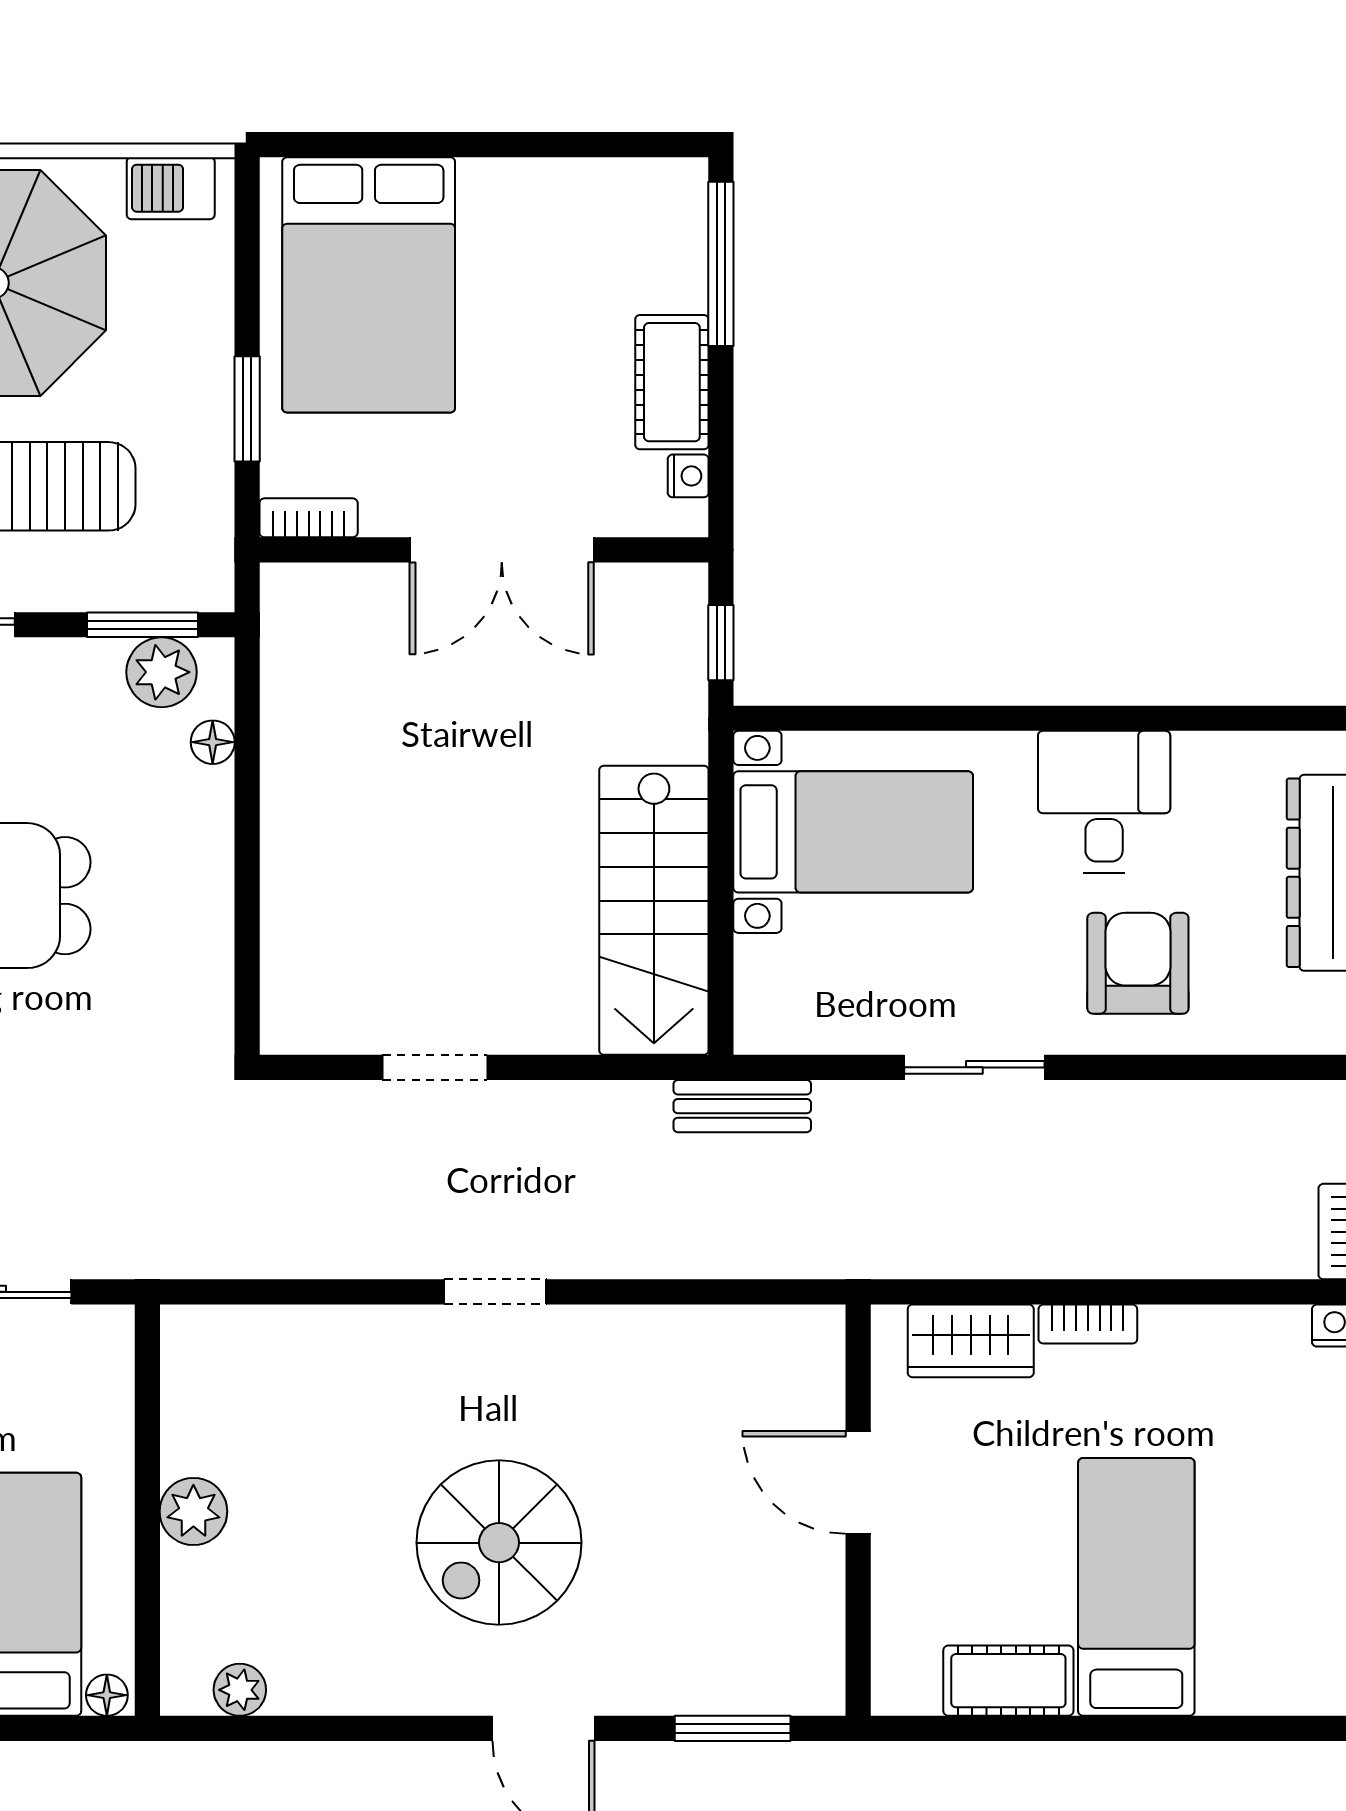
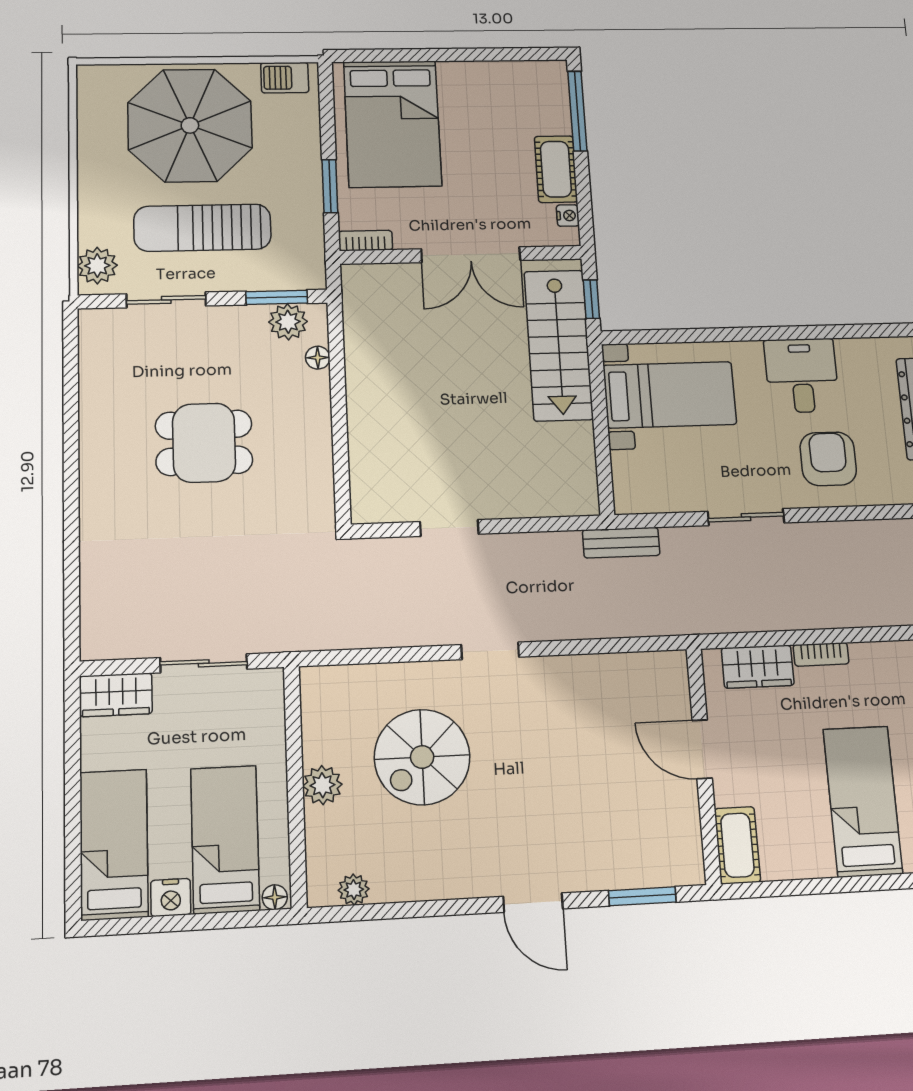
stairs: (654, 910) -> (559, 345), moved
spiral stairs: (499, 1543) -> (422, 757), moved
cot: (1008, 1681) -> (737, 845), moved, turned 90

